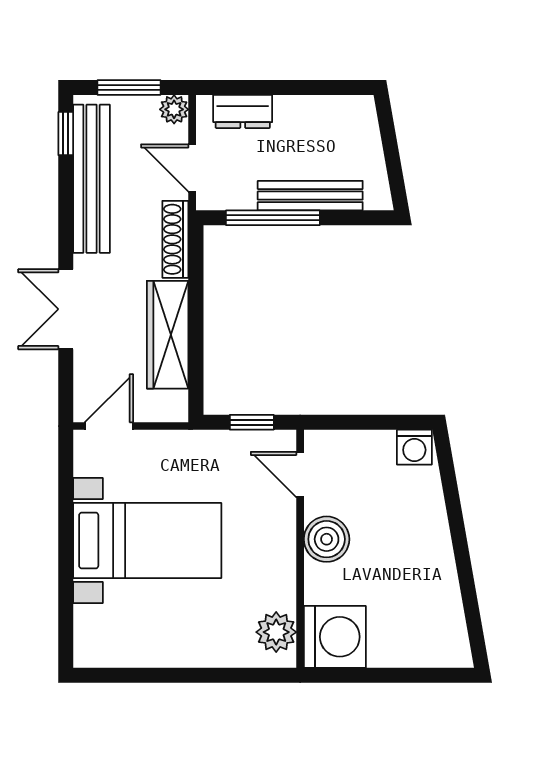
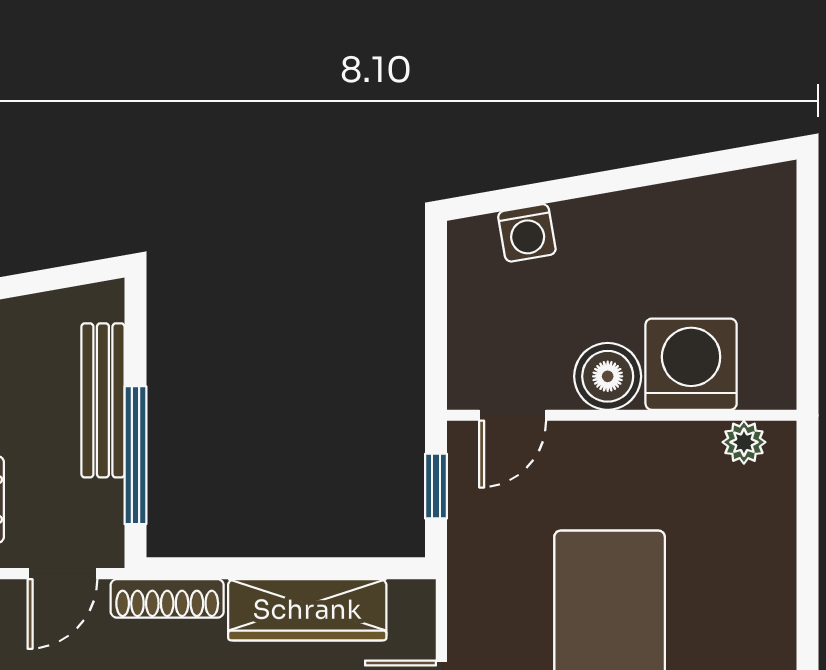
washing machine: (414, 447) -> (527, 233), moved, turned 80
plant: (276, 632) -> (744, 442), width x0.73, depth x0.73
washing machine: (335, 637) -> (691, 364), moved

